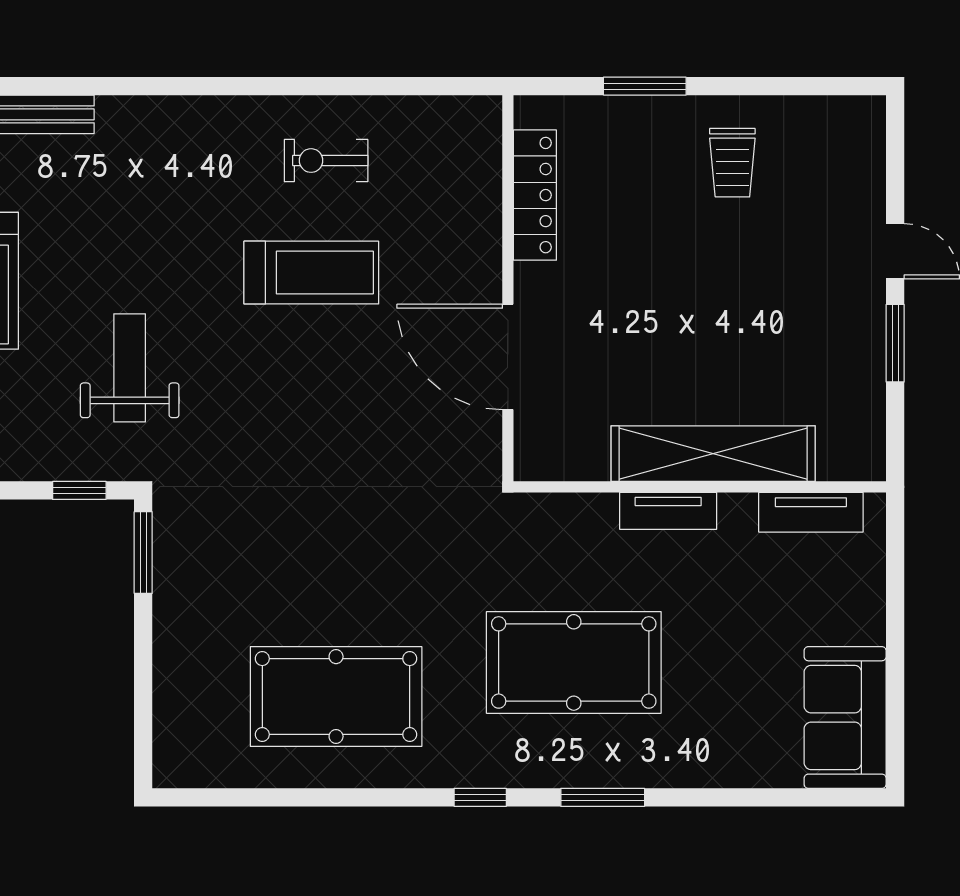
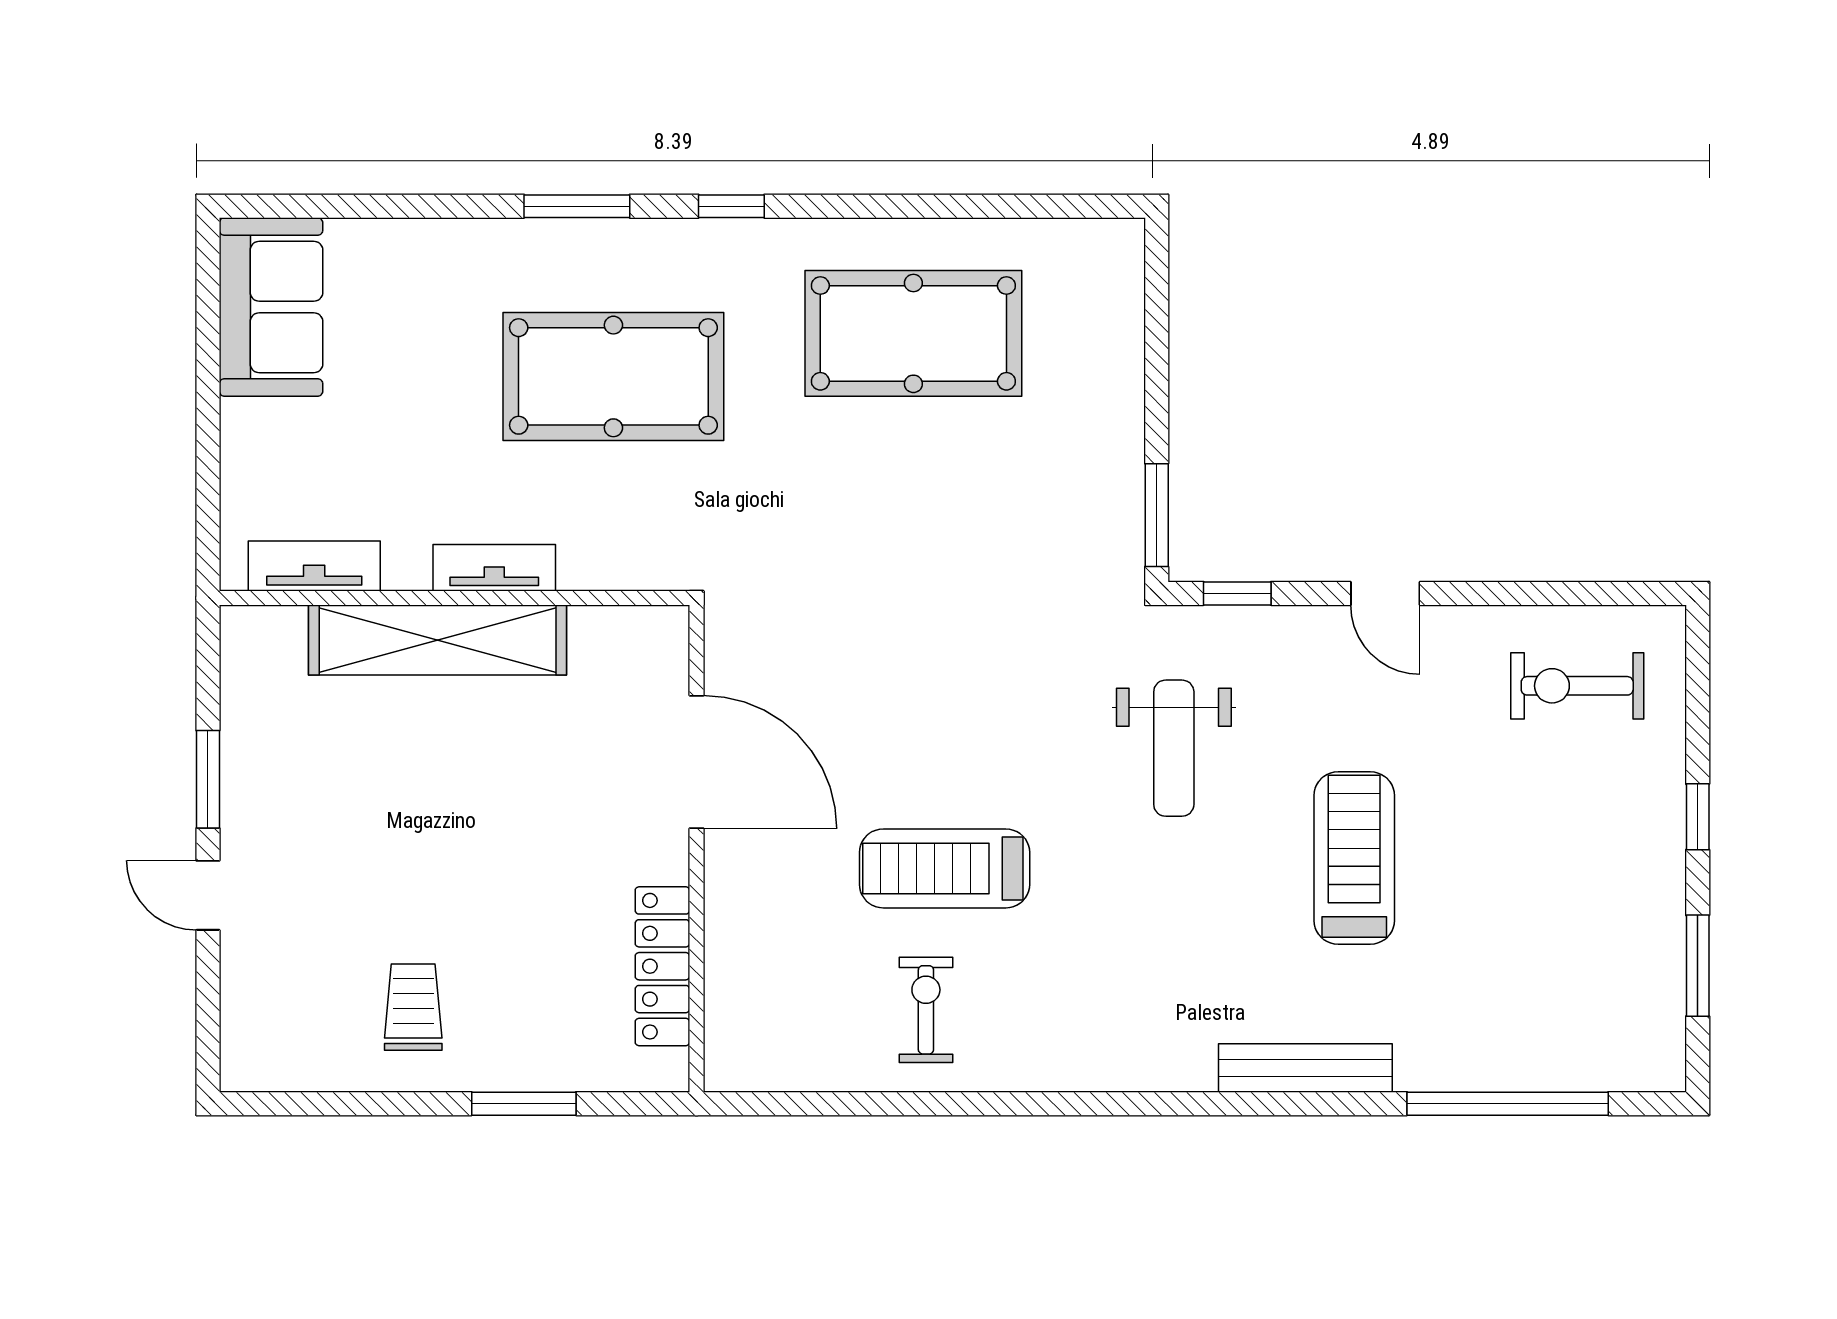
exercise bike: (326, 161) -> (926, 1010), turned -90

